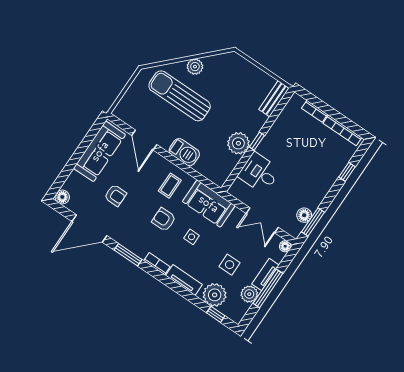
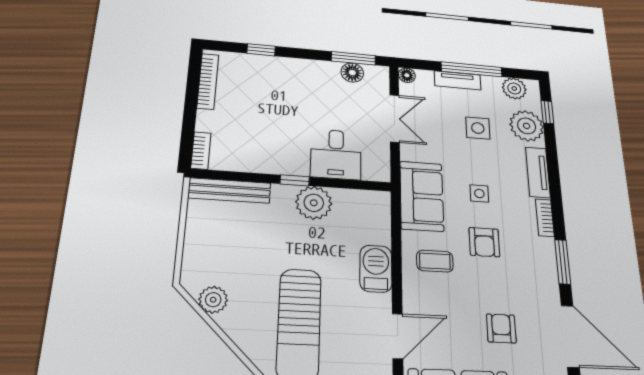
plant: (195, 67) -> (213, 300), moved
bench: (274, 99) -> (230, 191), width x1.36
bookcase: (315, 111) -> (201, 151), moved
plant: (249, 294) -> (514, 88), moved

